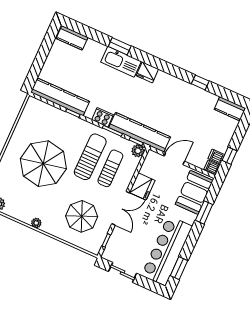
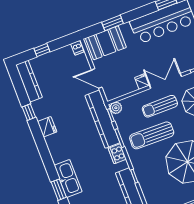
fridge: (147, 72) -> (47, 127), moved
kitchen counter: (230, 109) -> (29, 81), width x1.50
window: (230, 156) -> (42, 50), moved
dishwasher: (216, 157) -> (67, 52), removed
sun lounger: (110, 168) -> (160, 106), moved
fridge: (142, 186) -> (142, 82), width x0.53, depth x0.75

